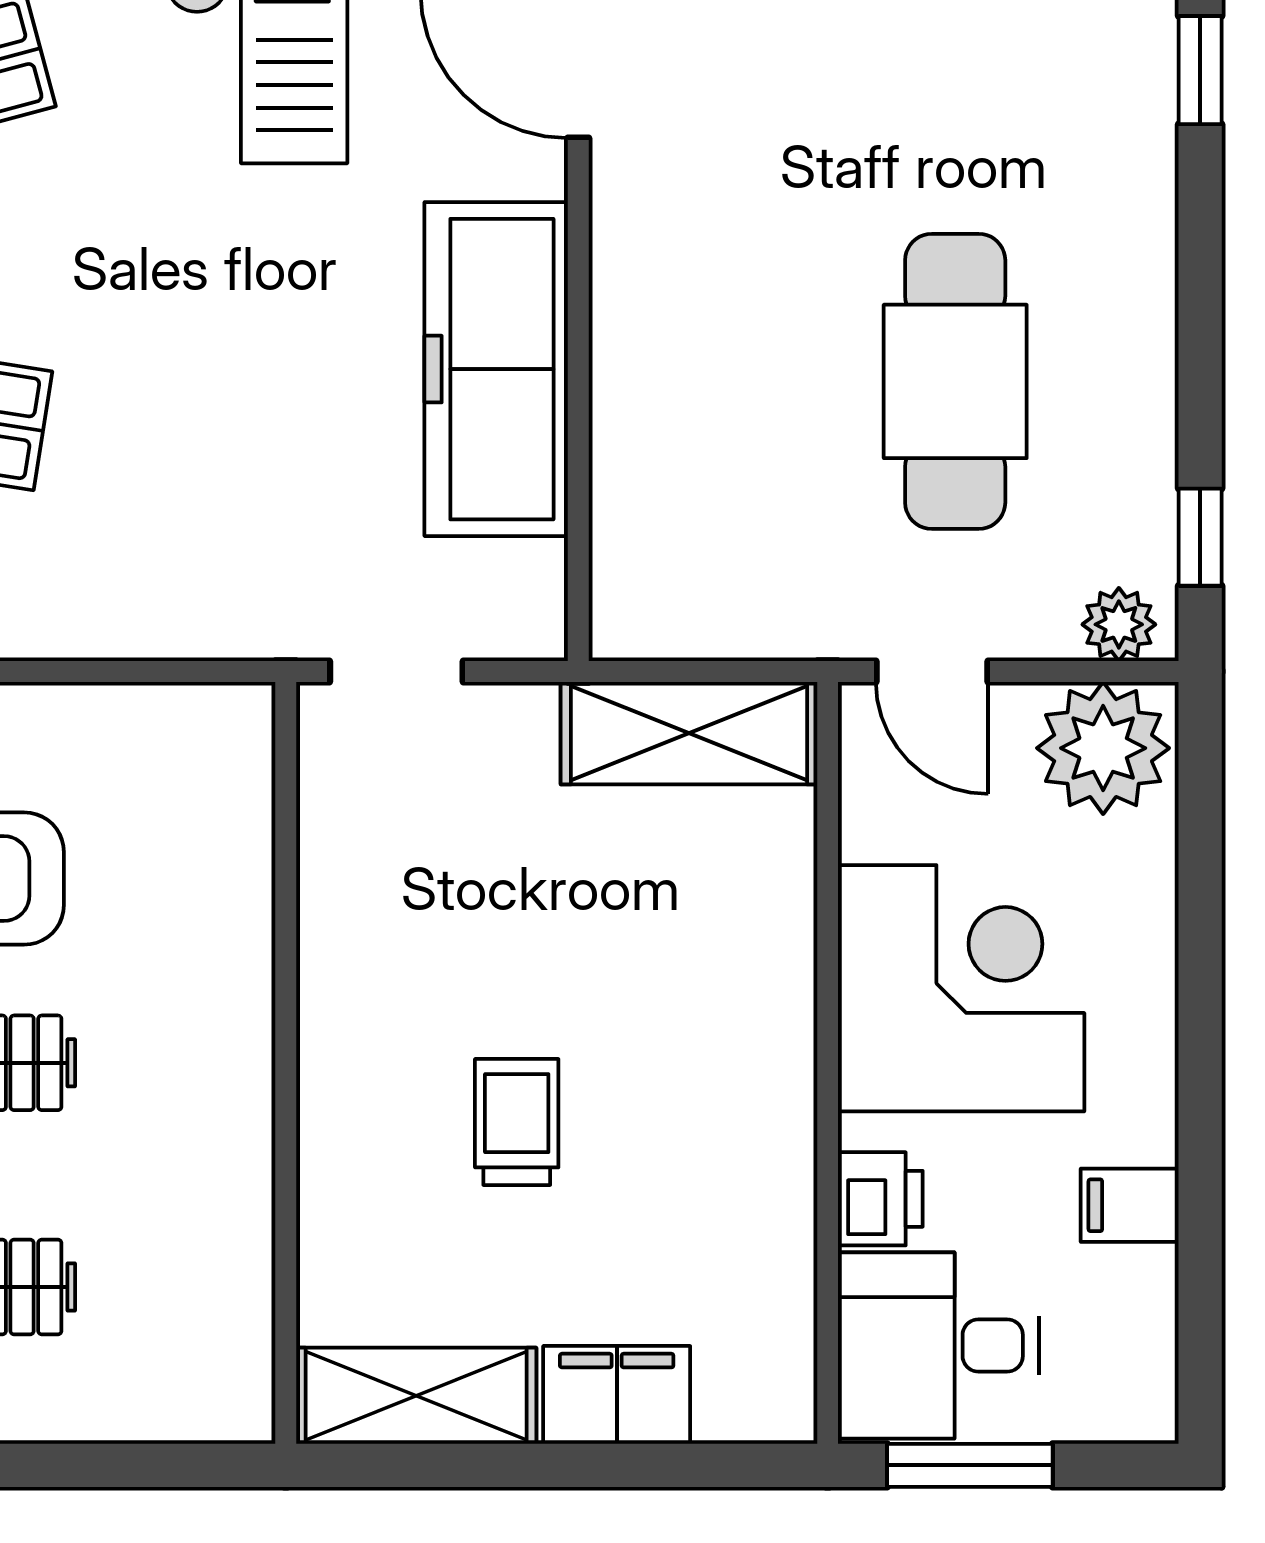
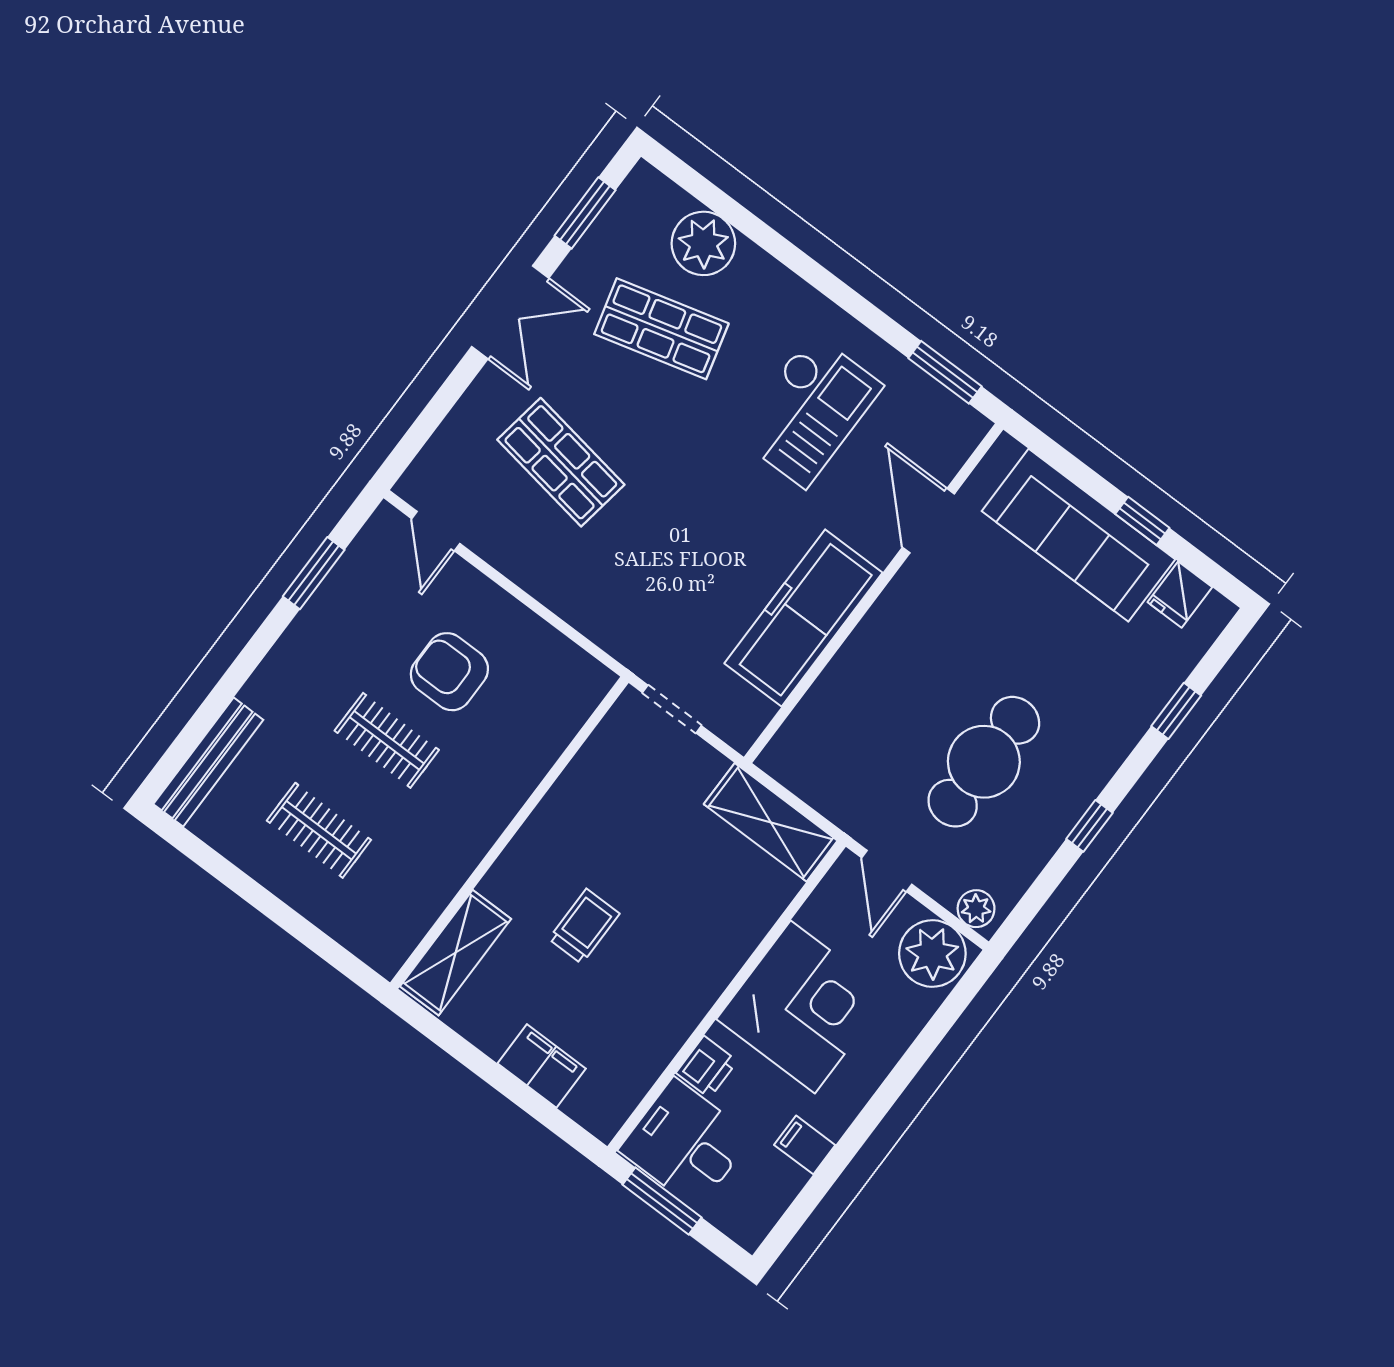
window: (1200, 537) -> (1089, 826), moved
shelving: (416, 1396) -> (456, 953), moved, turned 90

